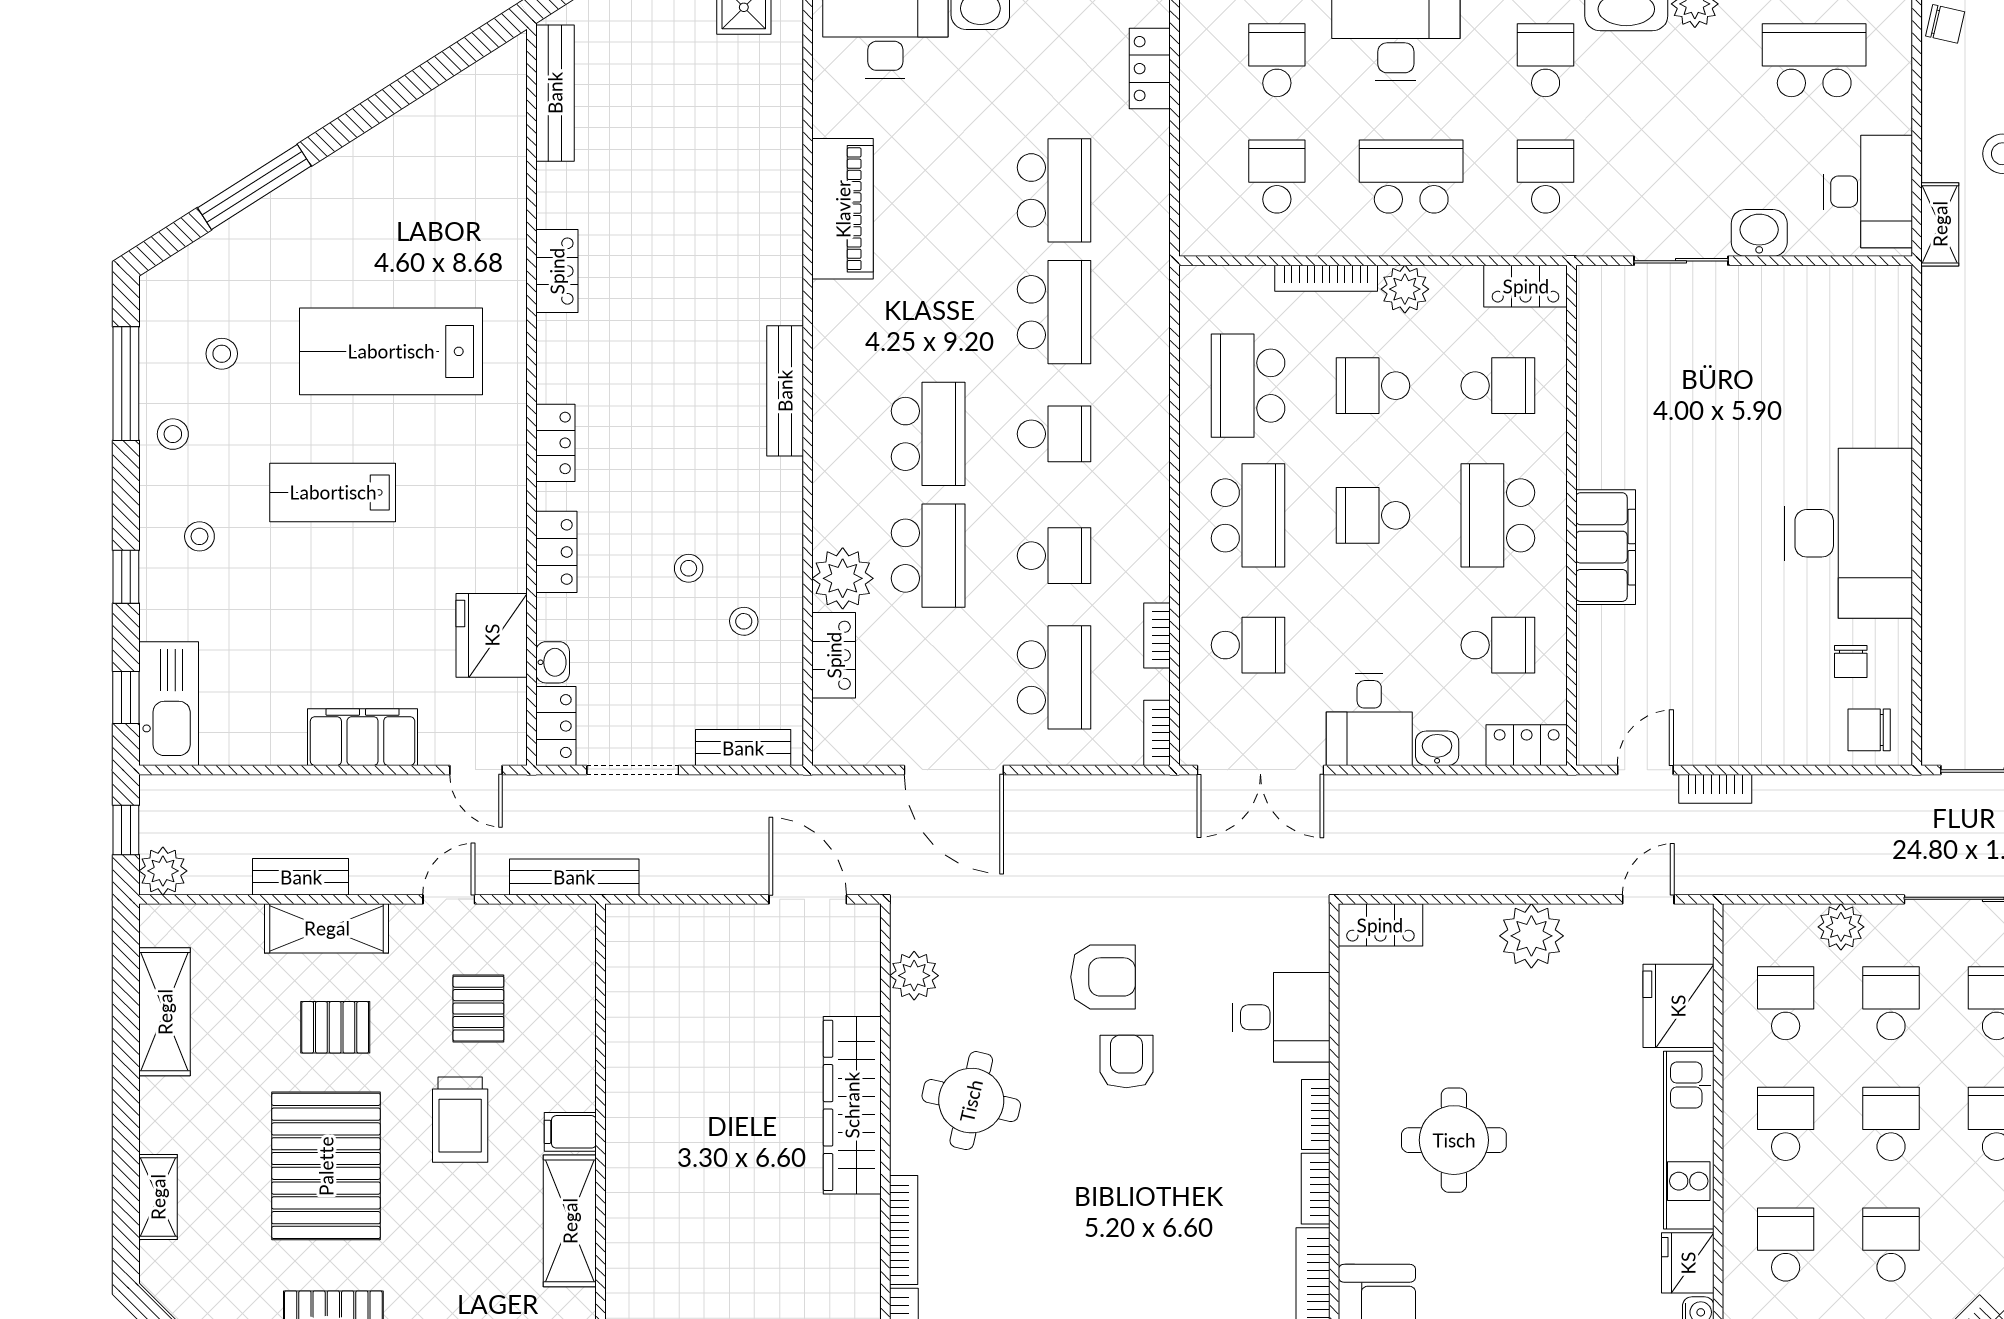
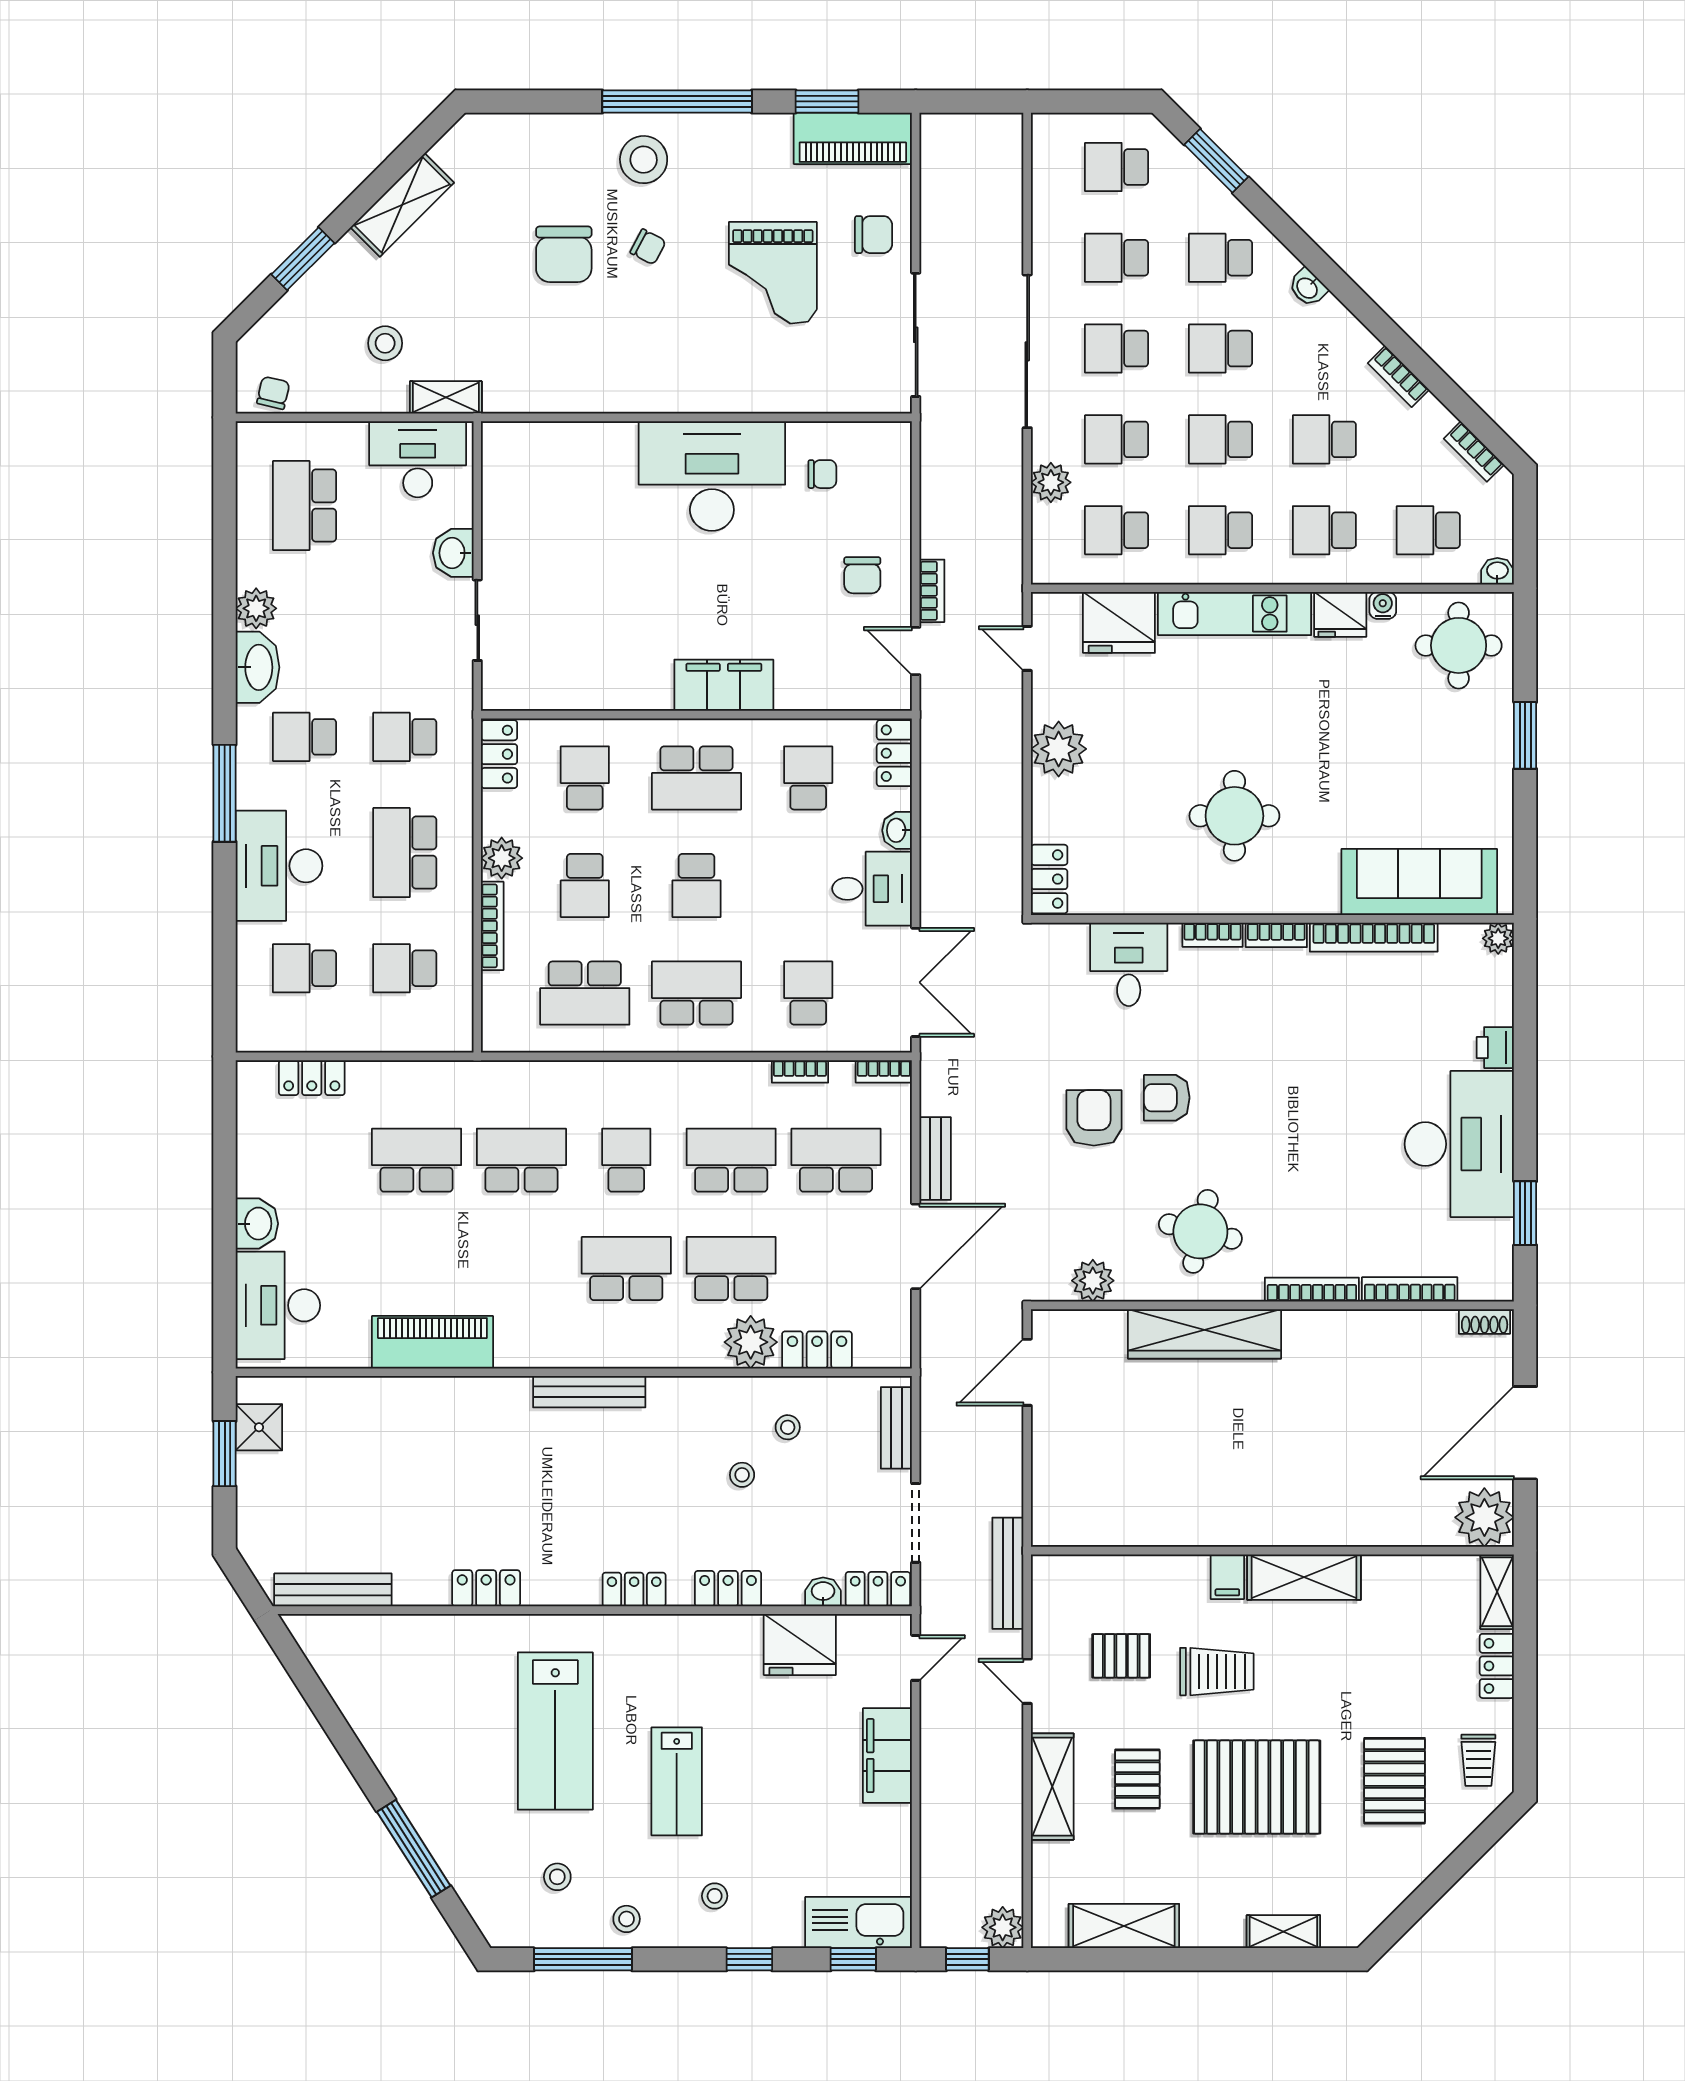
school desk: (1054, 556) -> (731, 1160), width x1.85
chair: (1869, 730) -> (862, 575), moved
bench: (301, 877) -> (935, 1158), moved

